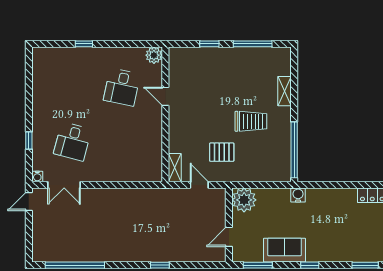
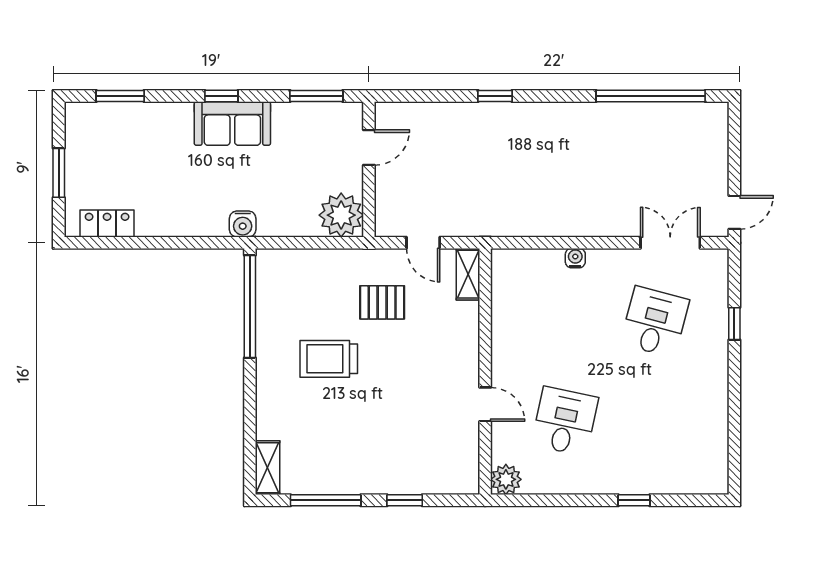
shelving: (284, 91) -> (268, 468), moved
water cooler: (37, 176) -> (575, 258), moved
sofa: (284, 250) -> (232, 124), moved

